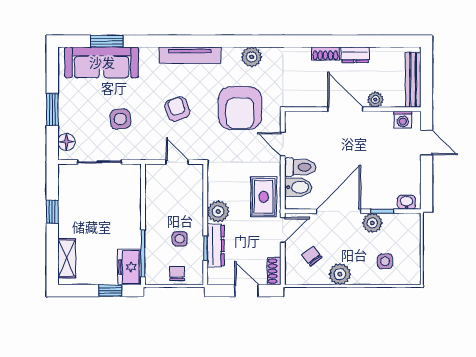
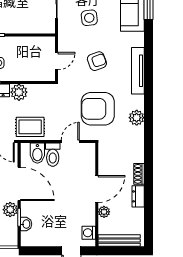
washbasin: (407, 202) -> (26, 224), moved

